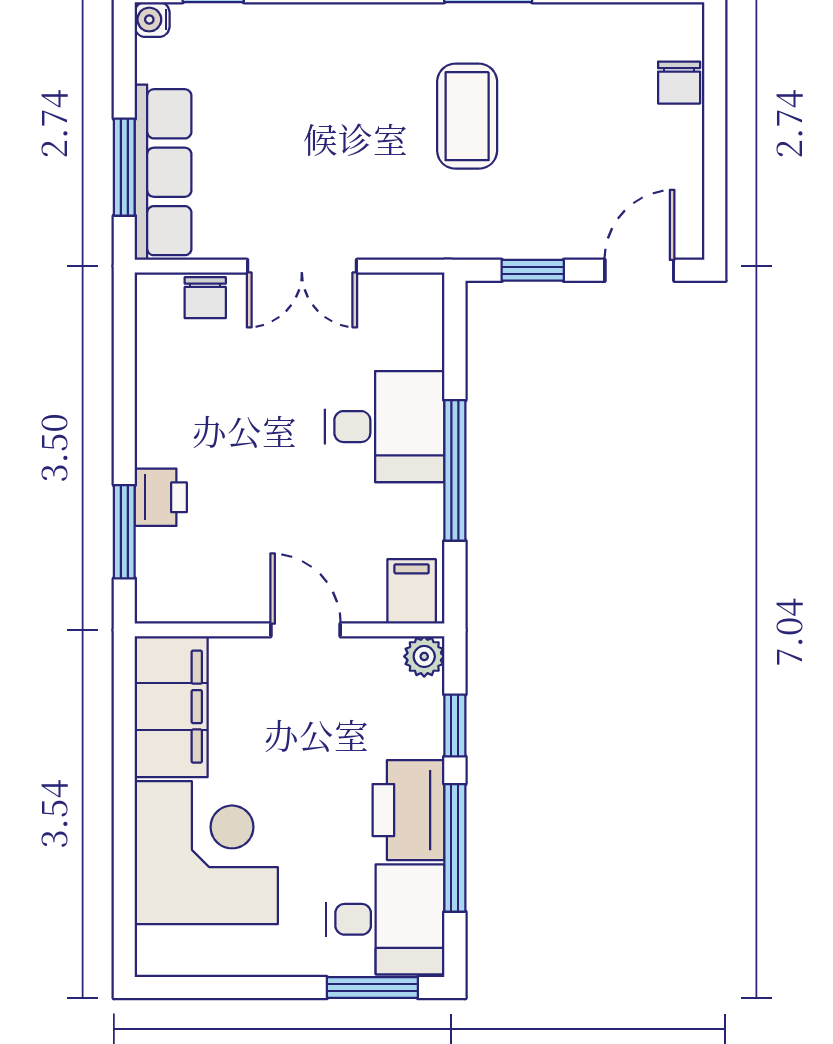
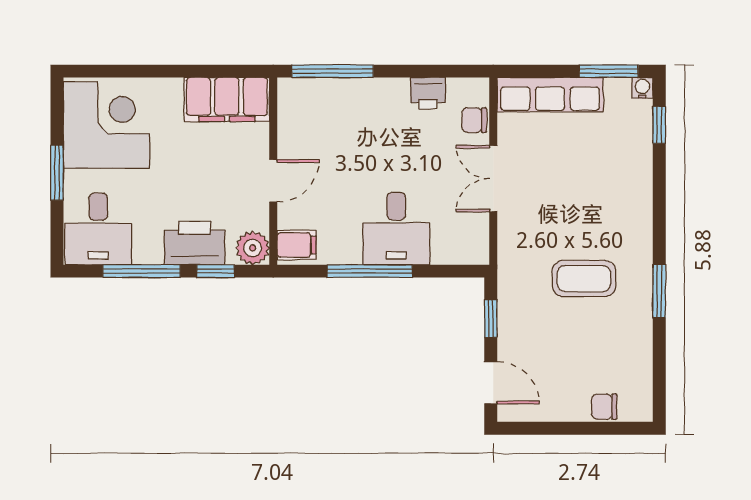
window: (124, 167) -> (609, 71), moved
printer: (161, 497) -> (428, 93), moved
window: (124, 532) -> (333, 71), width x1.44
plant: (424, 656) -> (253, 248), width x1.38, depth x1.38
printer: (409, 810) -> (195, 243), moved
corner desk: (206, 853) -> (107, 125), moved, turned -90
window: (372, 988) -> (57, 173), moved

